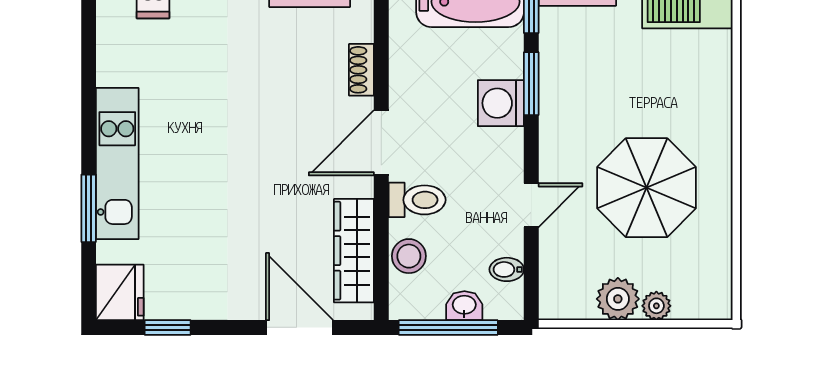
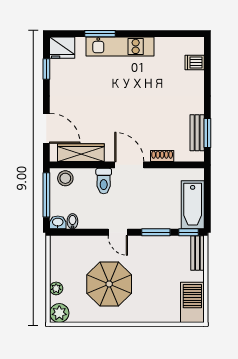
washing machine: (501, 103) -> (147, 219), removed
door: (531, 205) -> (118, 232), moved
stool: (409, 256) -> (65, 178), moved
plant: (618, 299) -> (59, 313), moved
washbasin: (464, 306) -> (58, 222), moved, turned -90
door: (300, 327) -> (46, 128), hinge flipped

